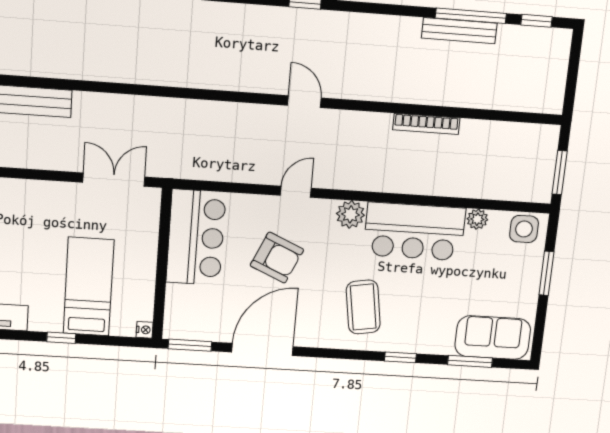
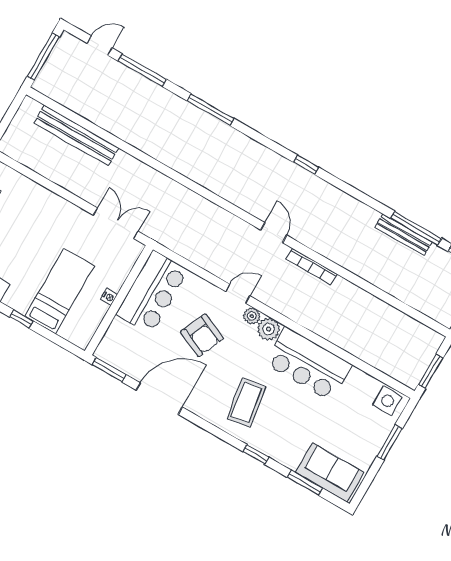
bookcase: (426, 124) -> (311, 266), moved
plant: (477, 219) -> (252, 316), moved
nightstand: (145, 330) -> (109, 297), moved

